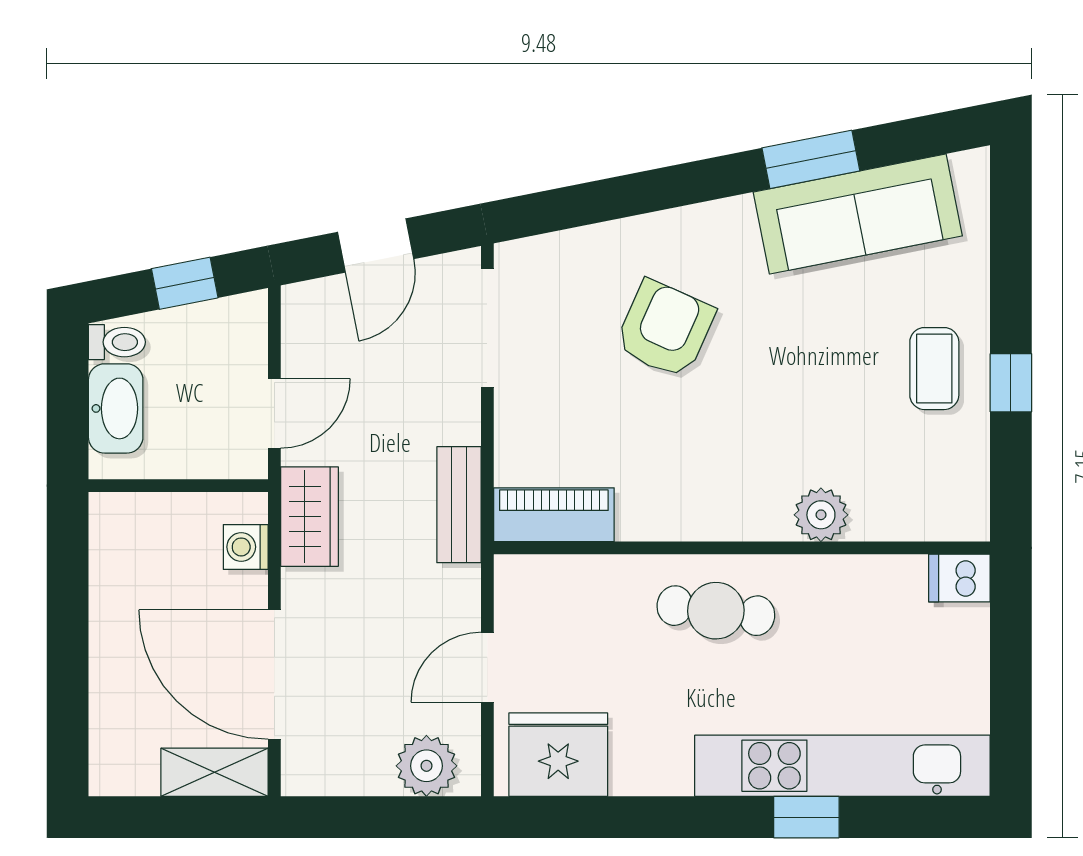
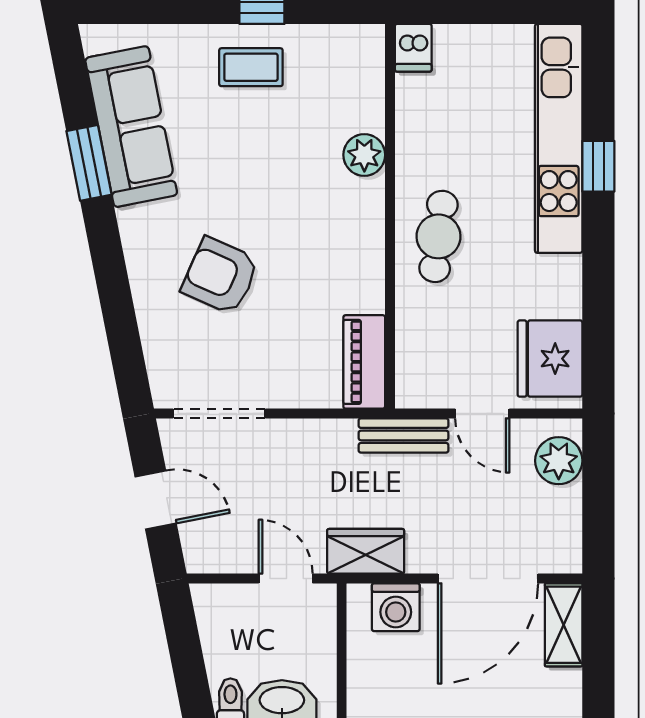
window: (185, 283) -> (185, 648), removed
bench: (459, 505) -> (403, 435), moved
washing machine: (246, 547) -> (396, 607), width x1.38, depth x1.38

